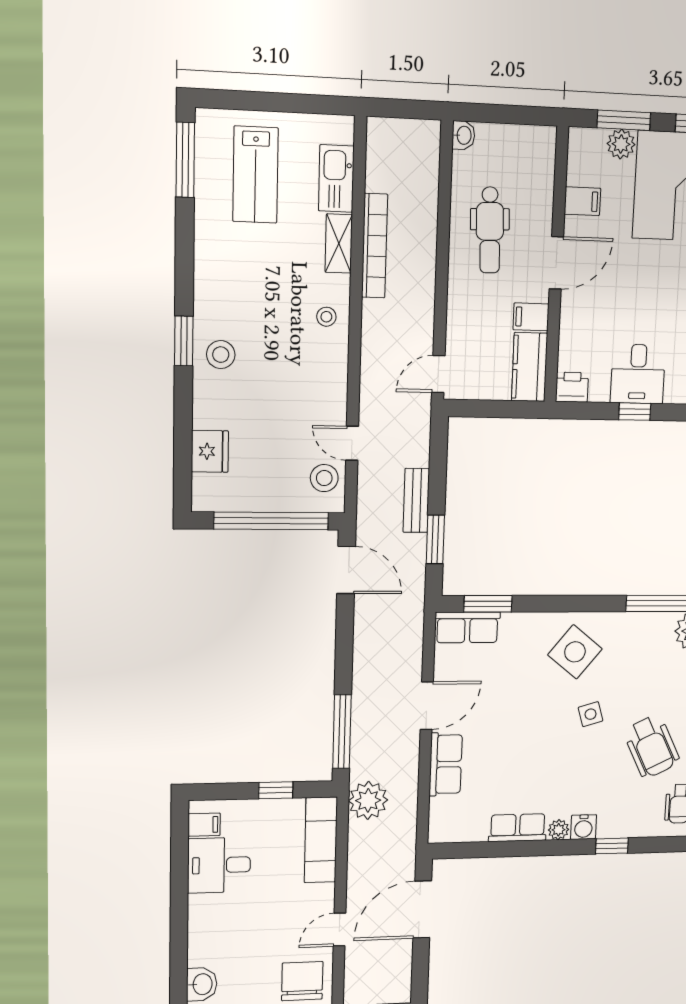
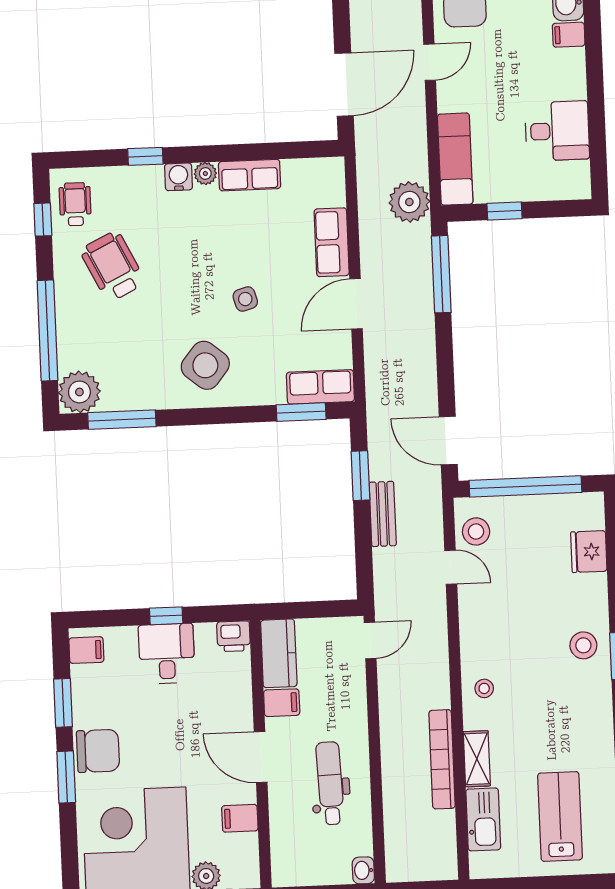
door: (556, 263) -> (261, 757), hinge flipped
side table: (591, 714) -> (245, 299), moved
filing cabinet: (204, 825) -> (569, 35), moved

